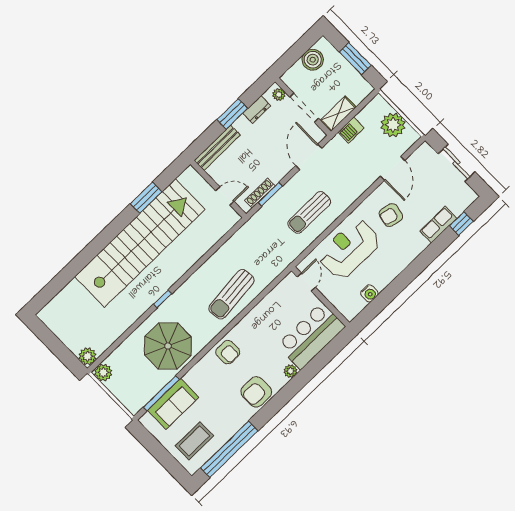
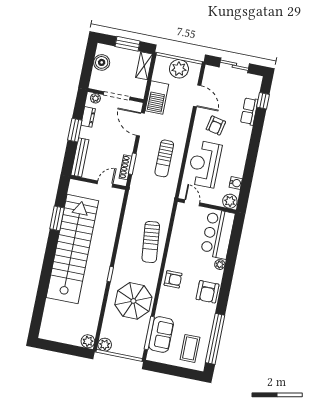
shelving: (338, 114) -> (144, 66), moved
barbecue: (351, 130) -> (157, 97), width x1.88, depth x1.53
plant: (349, 309) -> (230, 201), added

